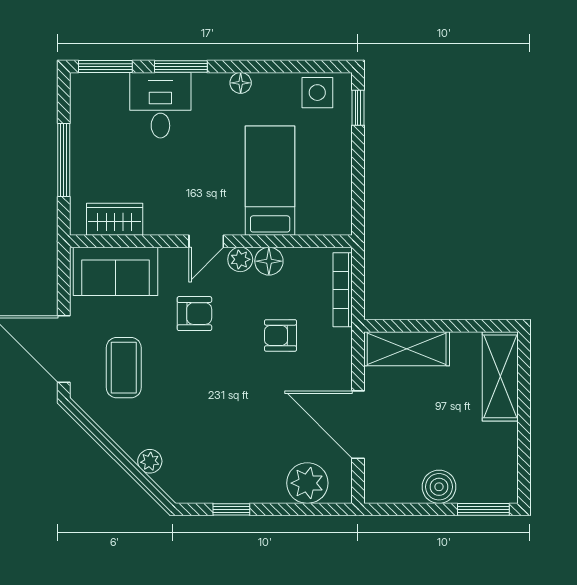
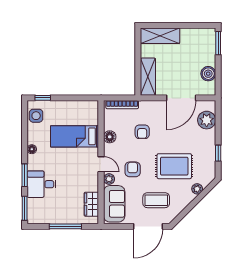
plant: (240, 259) -> (109, 179), moved
rug: (202, 409) -> (174, 166), added
boiler: (439, 487) -> (208, 74), moved

